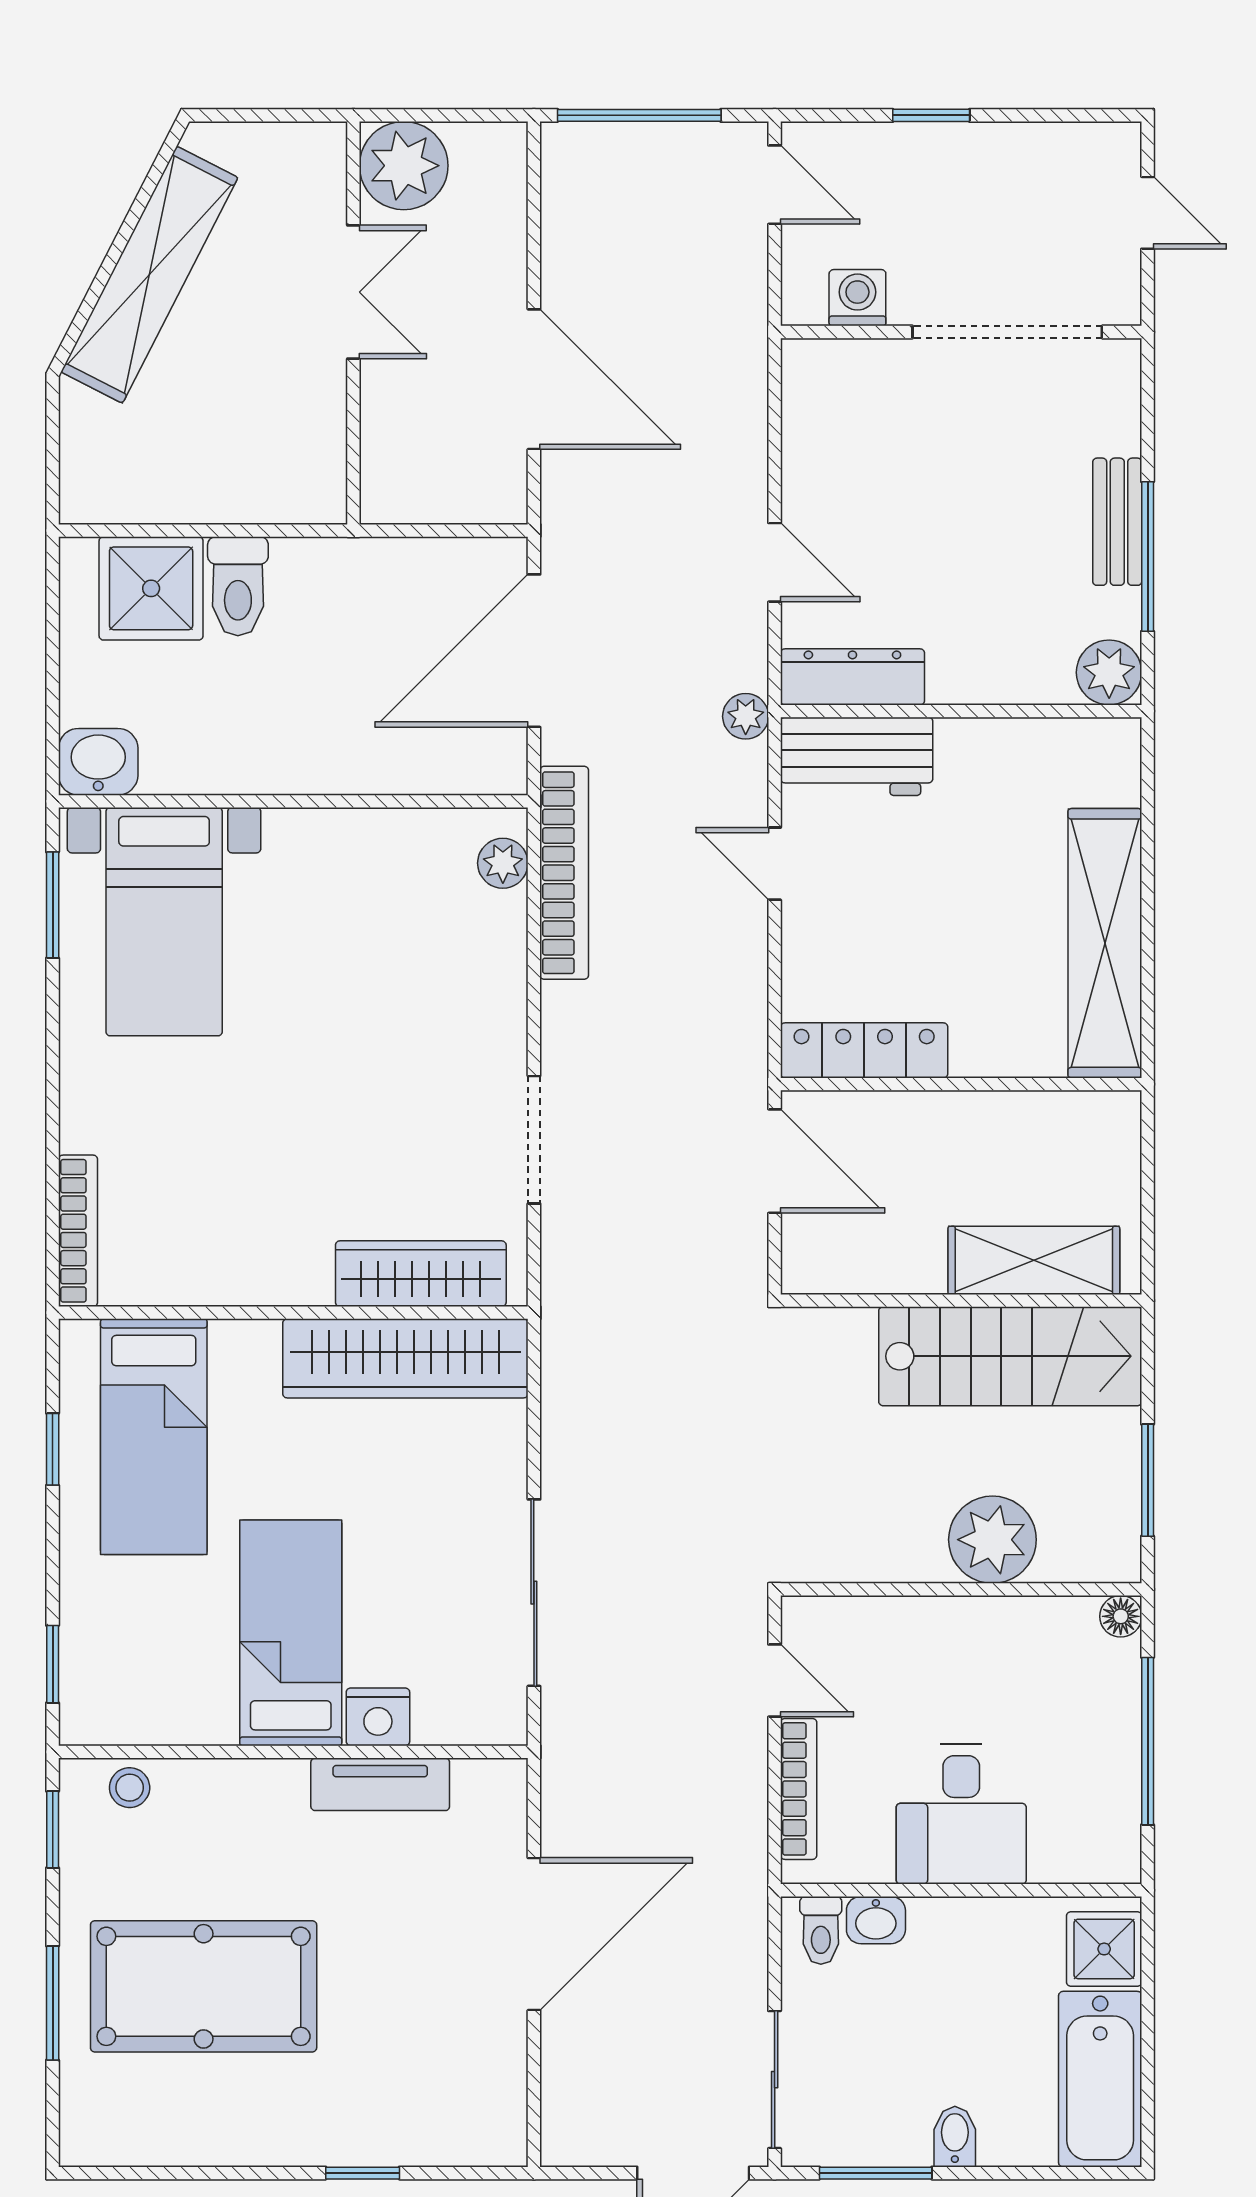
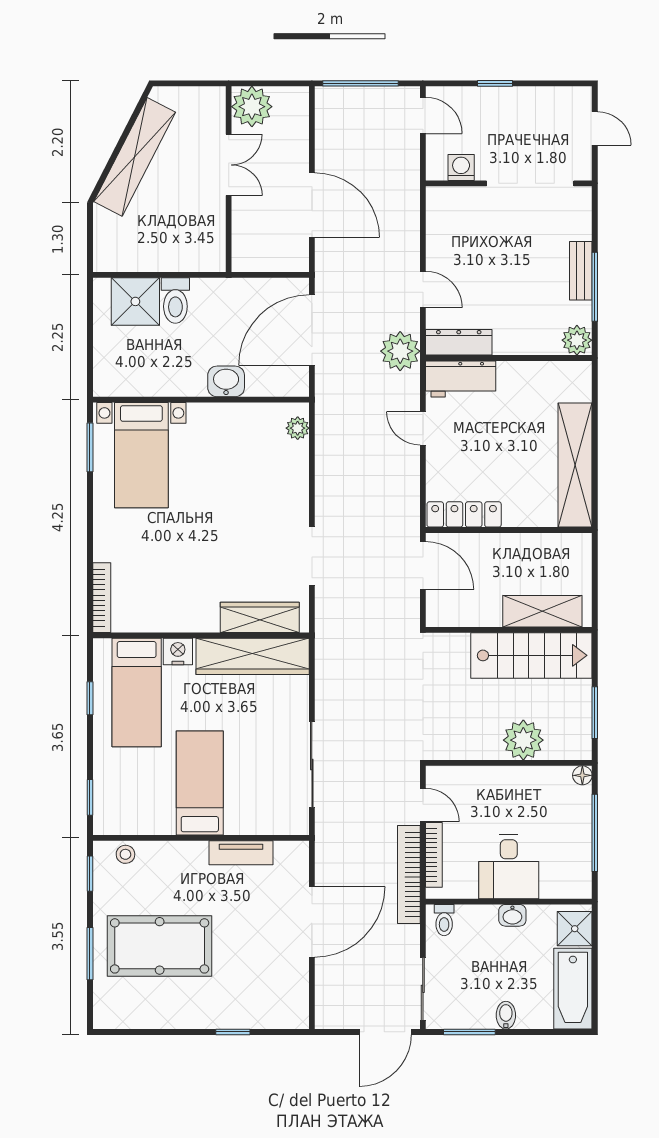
plant: (746, 716) -> (400, 351), width x1.88, depth x1.88
washbasin: (98, 762) -> (226, 381), moved
bookcase: (564, 873) -> (409, 875), moved, turned 180
nightstand: (378, 1717) -> (178, 652), moved, turned 180
washbasin: (876, 1920) -> (512, 915), moved

